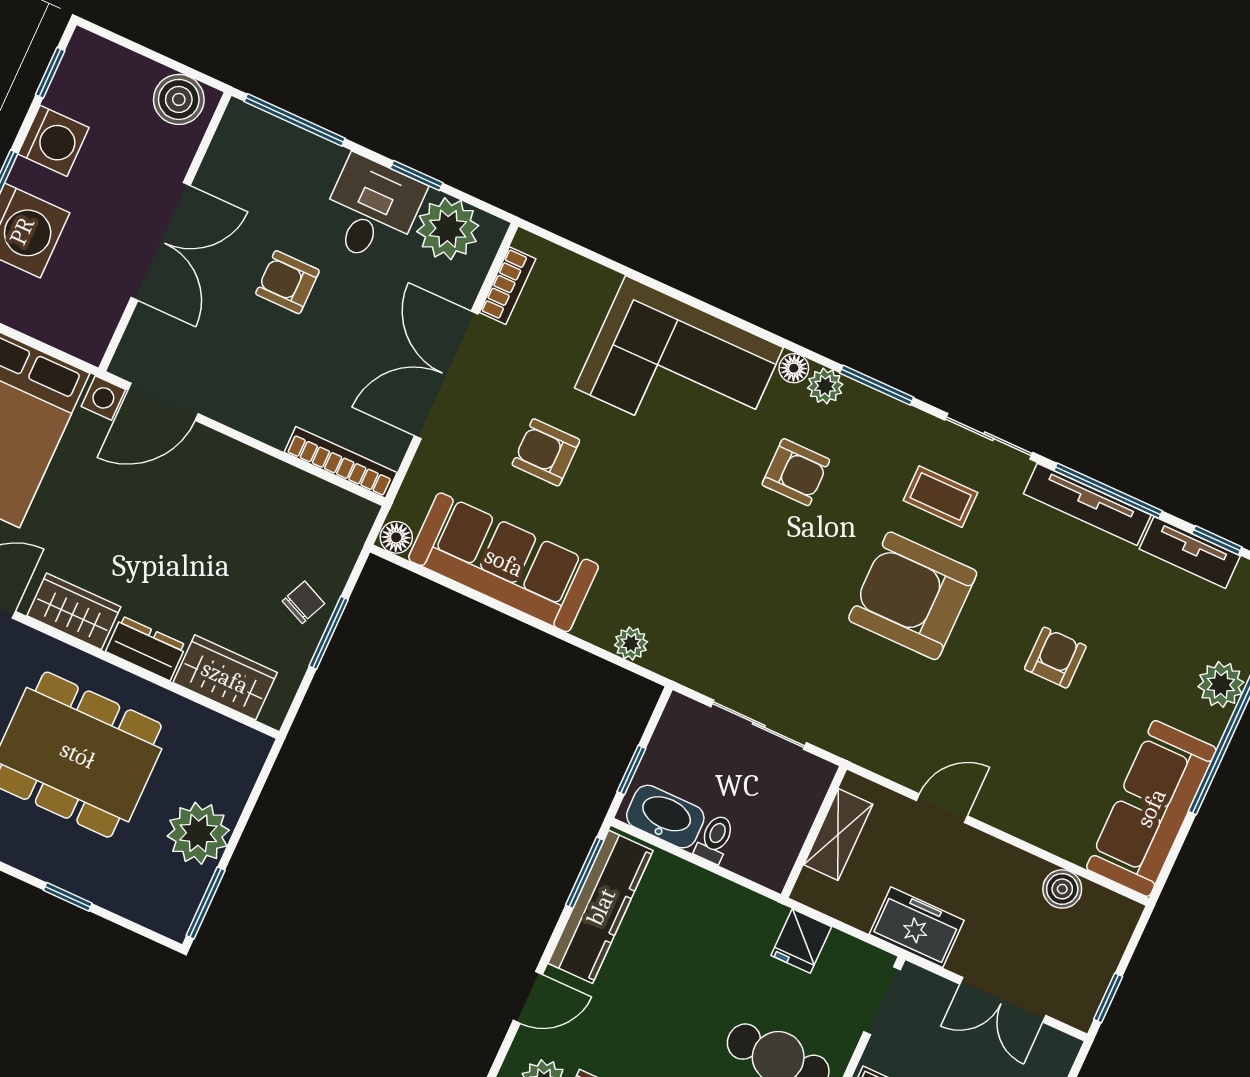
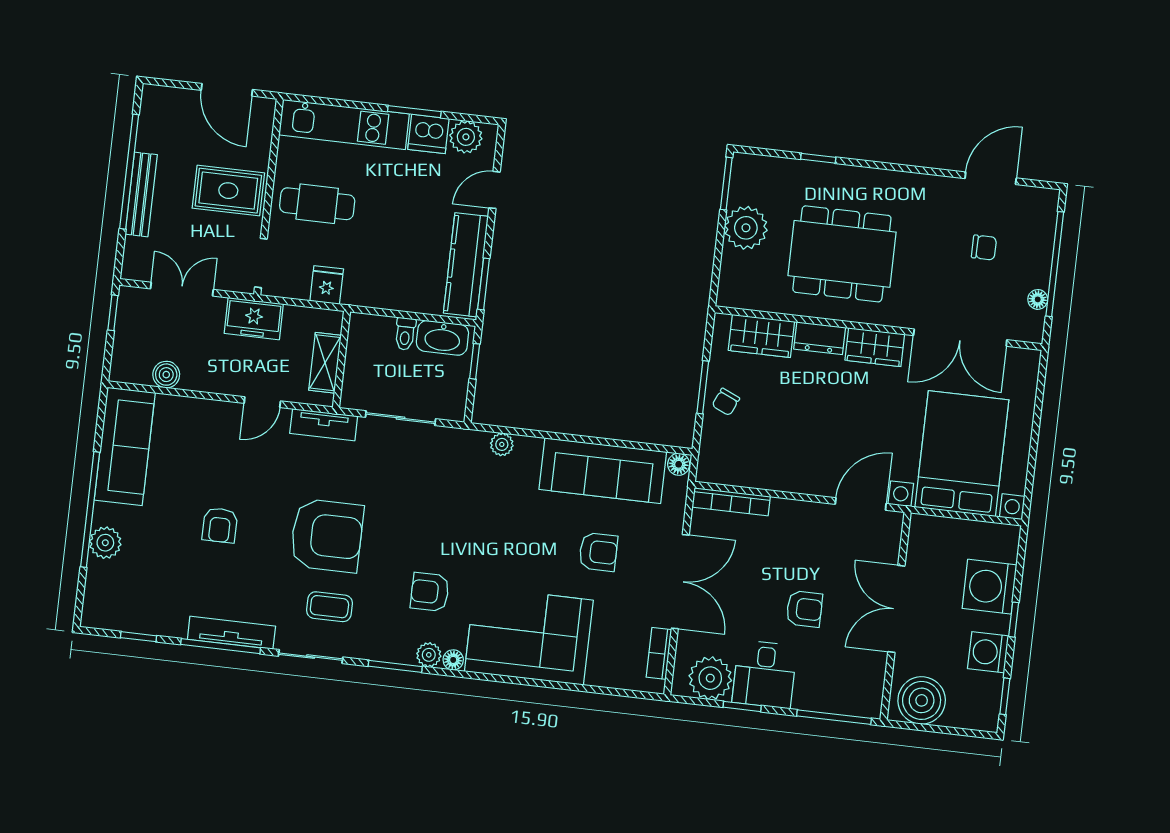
boiler: (179, 99) -> (922, 700), width x1.37, depth x1.37
tv unit: (1190, 552) -> (324, 425), moved, turned 180

